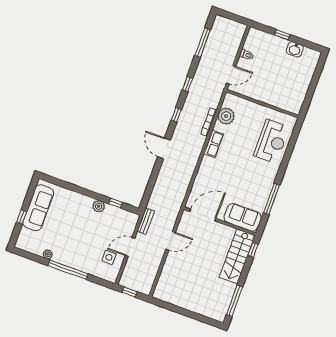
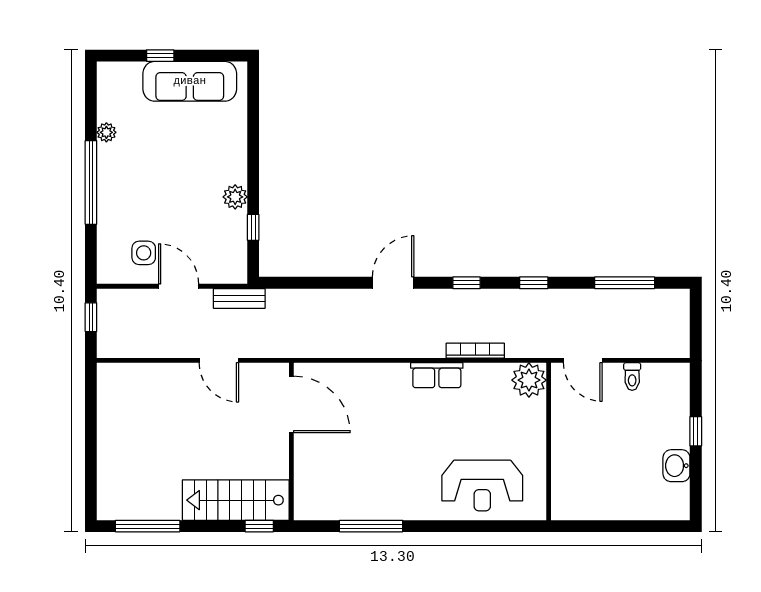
plant: (226, 116) -> (529, 380), moved
sofa: (243, 217) -> (315, 483), removed

